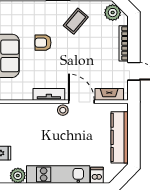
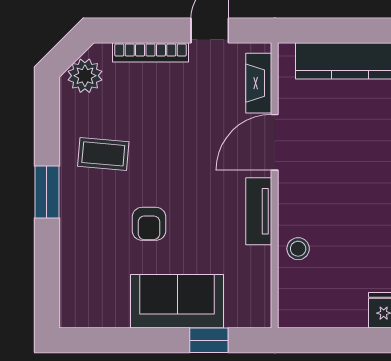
coffee table: (76, 21) -> (103, 154), turned -35
stool: (63, 110) -> (298, 249), moved

